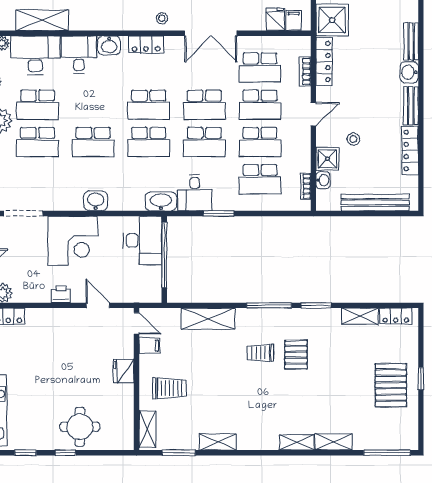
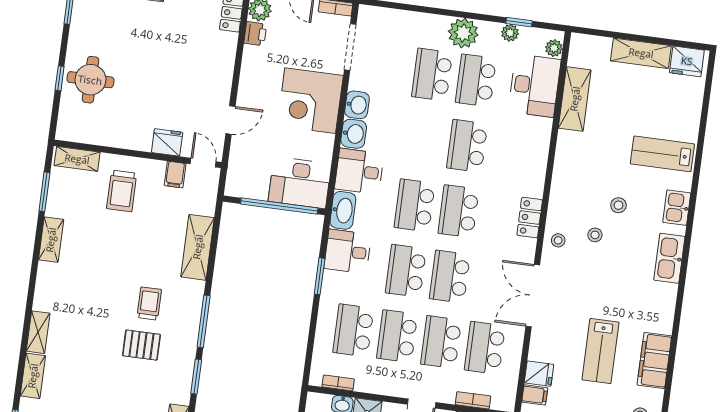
washbasin: (109, 45) -> (357, 105), moved, turned 180
desk: (79, 55) -> (359, 171), moved, turned 180
school desk: (93, 142) -> (467, 146), moved
printer: (61, 294) -> (255, 34), moved
door: (137, 323) -> (203, 163), swing flipped
fridge: (124, 371) -> (167, 142), moved
window: (65, 453) -> (60, 78), moved

